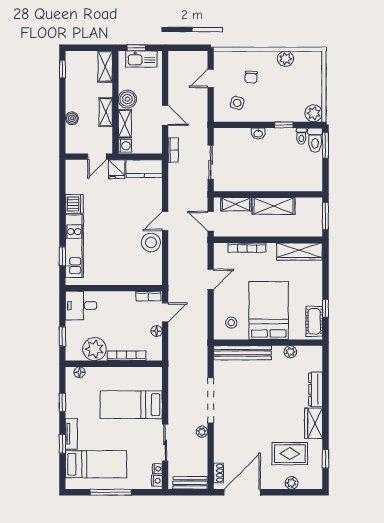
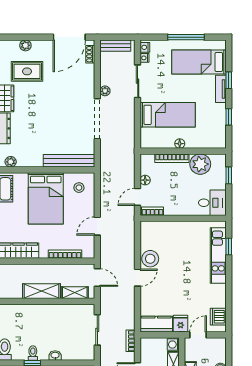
toilet: (301, 136) -> (33, 353), moved
dishwasher: (74, 204) -> (218, 317), moved
plant: (290, 352) -> (11, 162), moved
floor lamp: (79, 372) -> (180, 144), moved

